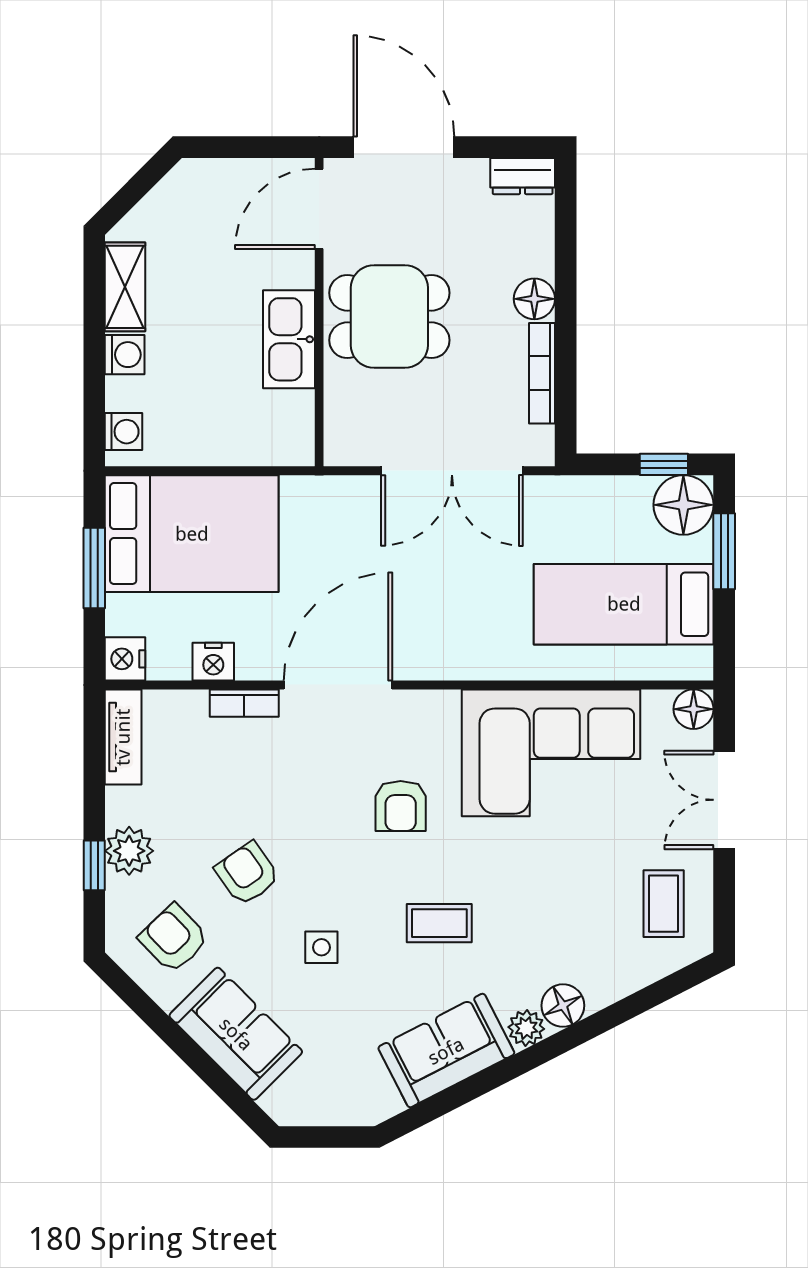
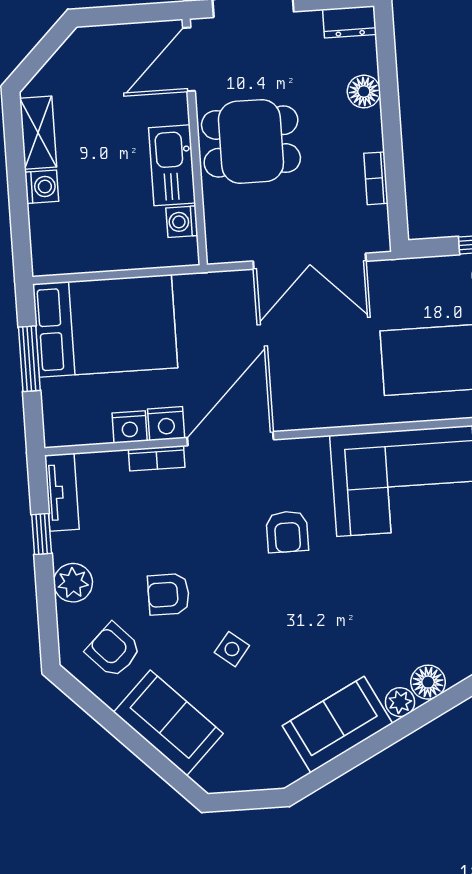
floor lamp: (534, 299) -> (364, 92), moved
bookcase: (542, 373) -> (376, 178), width x0.64
washing machine: (124, 432) -> (182, 222), moved, turned 180
nightstand: (125, 659) -> (166, 424), moved, turned -90
window: (94, 865) -> (42, 534), moved
armchair: (247, 874) -> (169, 594), turned -55
coffee table: (439, 923) -> (325, 623), removed
side table: (321, 947) -> (232, 649), turned 38

